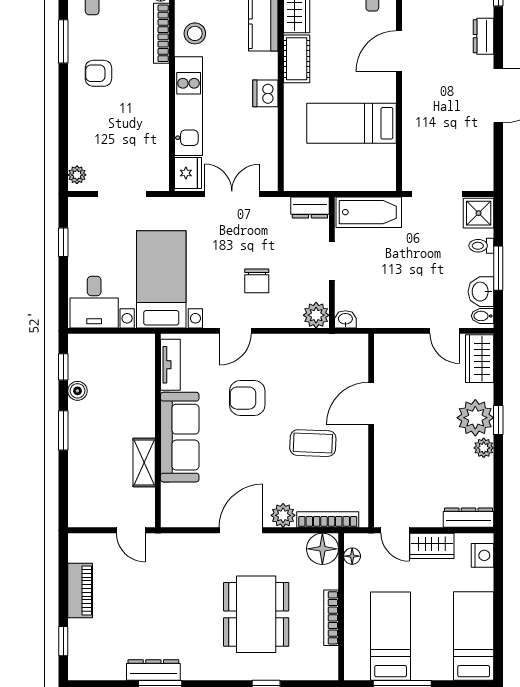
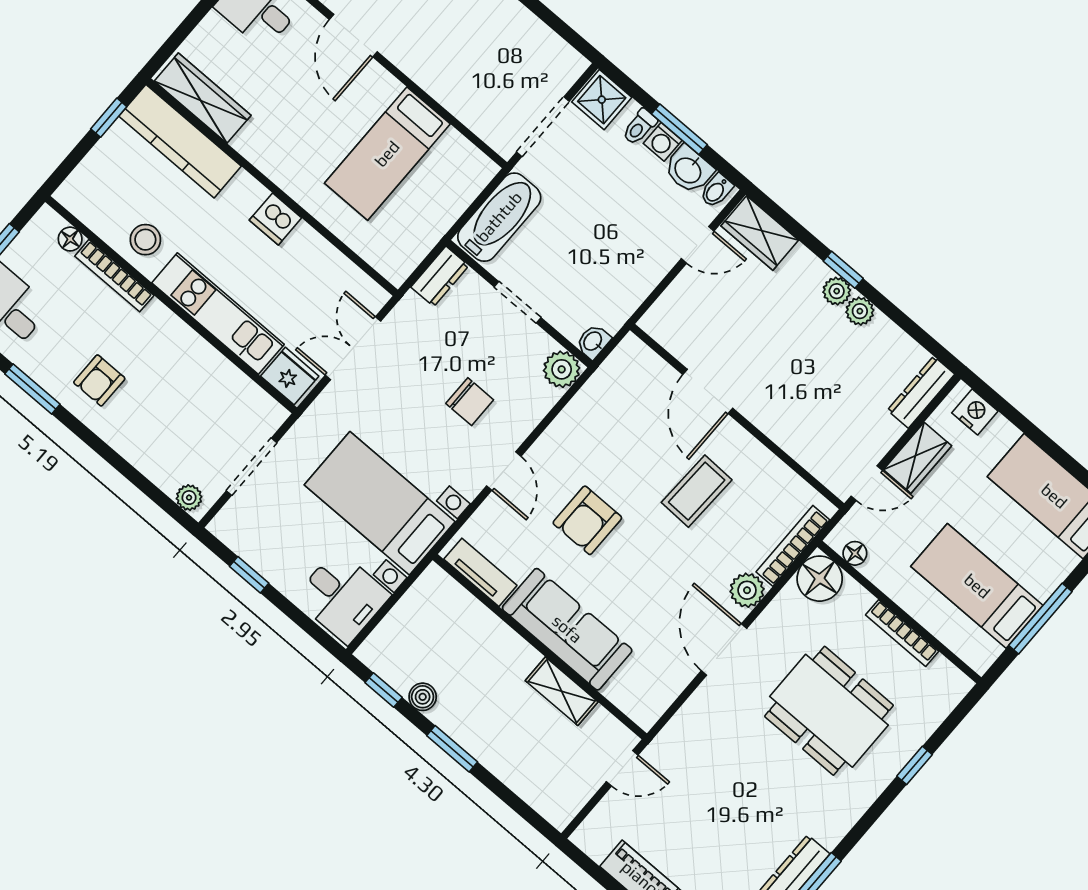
cot: (297, 59) -> (267, 153), removed
washing machine: (484, 265) -> (663, 142), added
plant: (475, 418) -> (837, 291), width x0.53, depth x0.53

